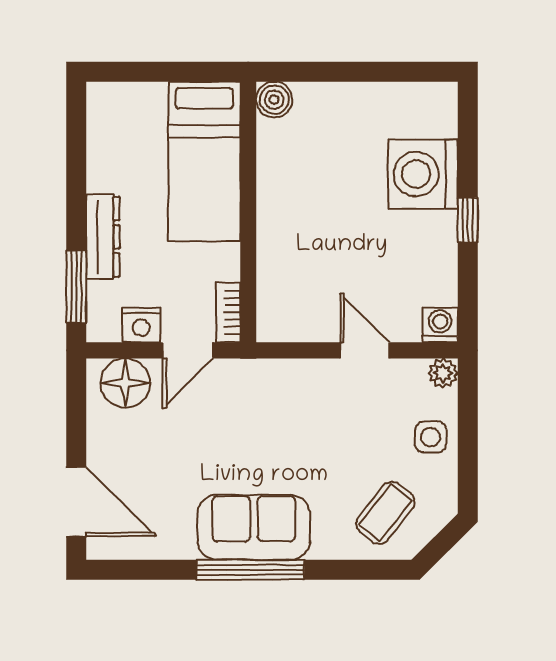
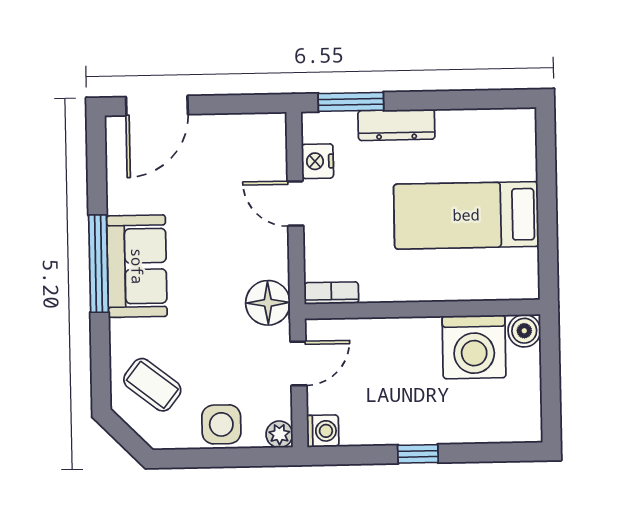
boiler: (274, 100) -> (524, 331), moved
washing machine: (423, 174) -> (474, 347), moved, turned 180
wall: (248, 212) -> (422, 309), moved
bookcase: (228, 312) -> (331, 293), moved
floor lamp: (125, 383) -> (268, 303), moved
side table: (431, 437) -> (221, 424), width x1.37, depth x1.37

